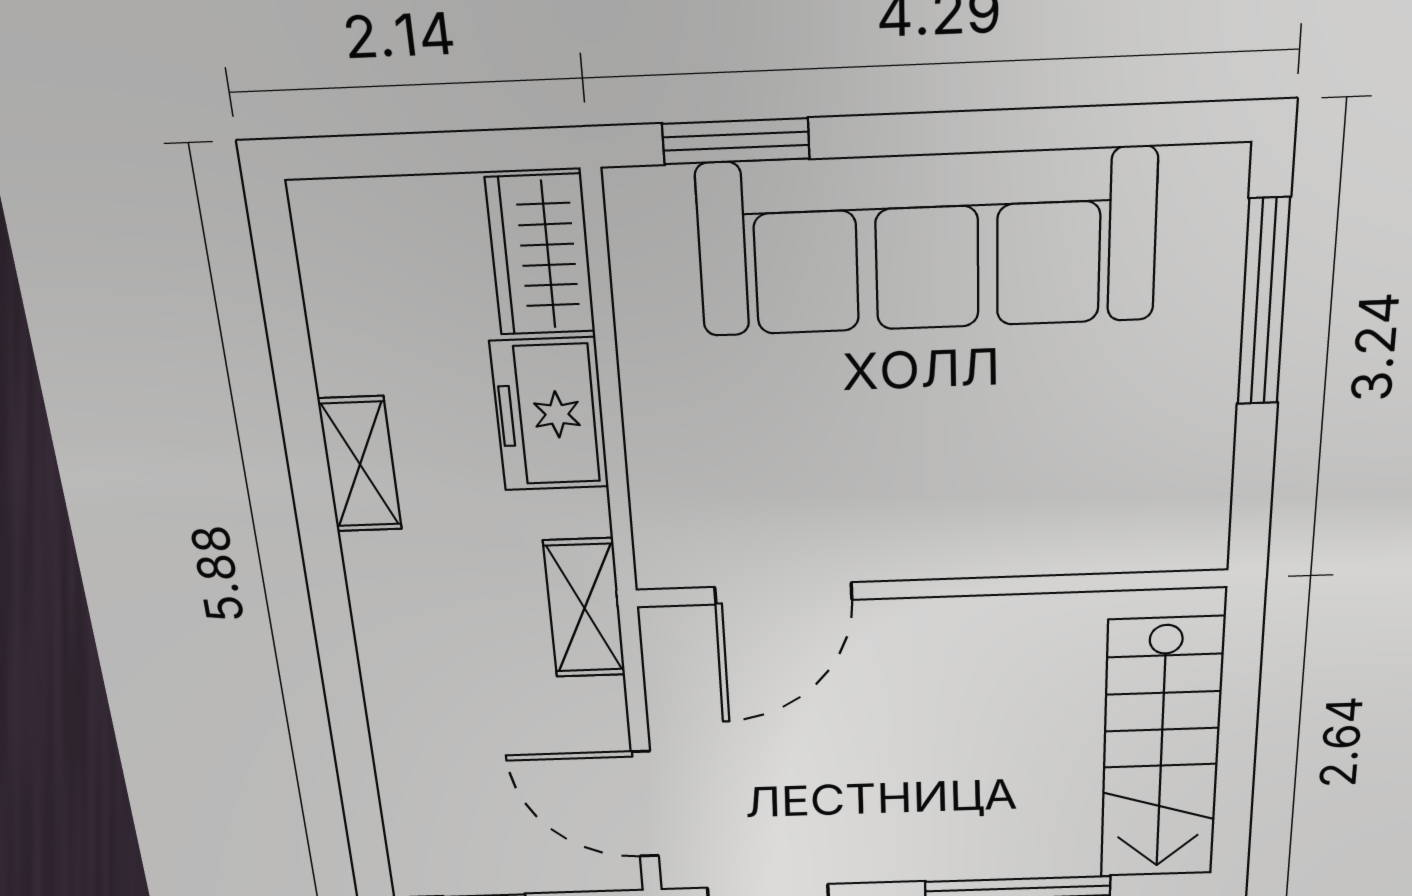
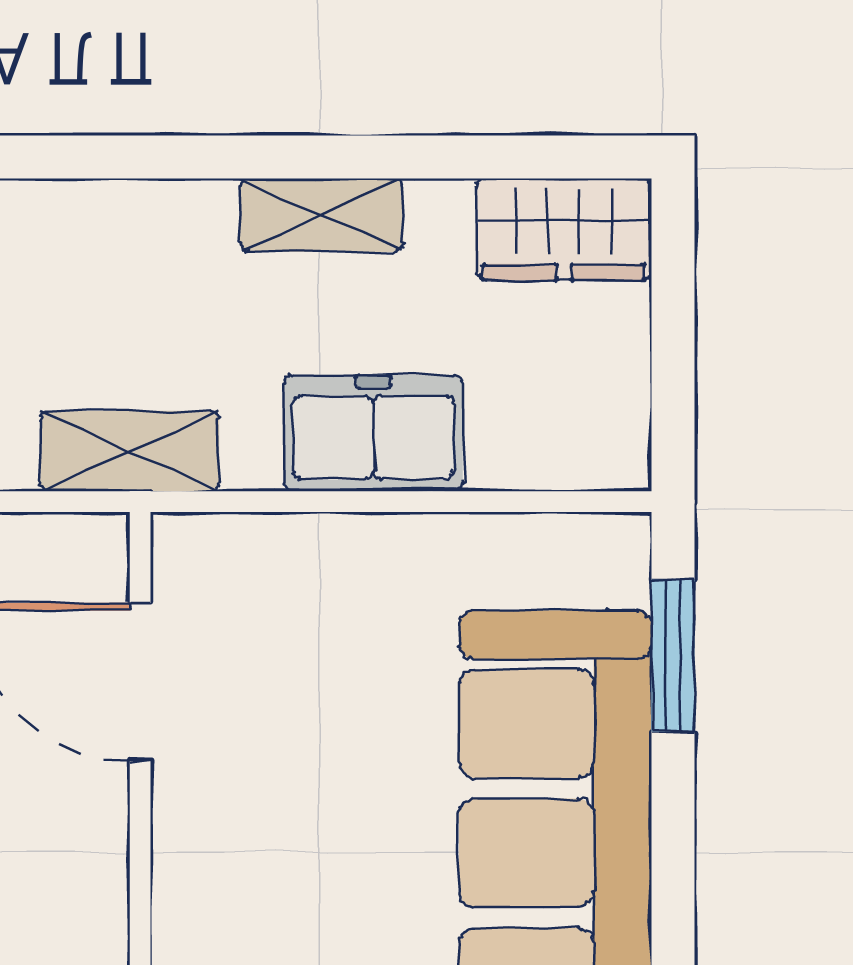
wardrobe: (541, 255) -> (564, 229), moved, turned 180

